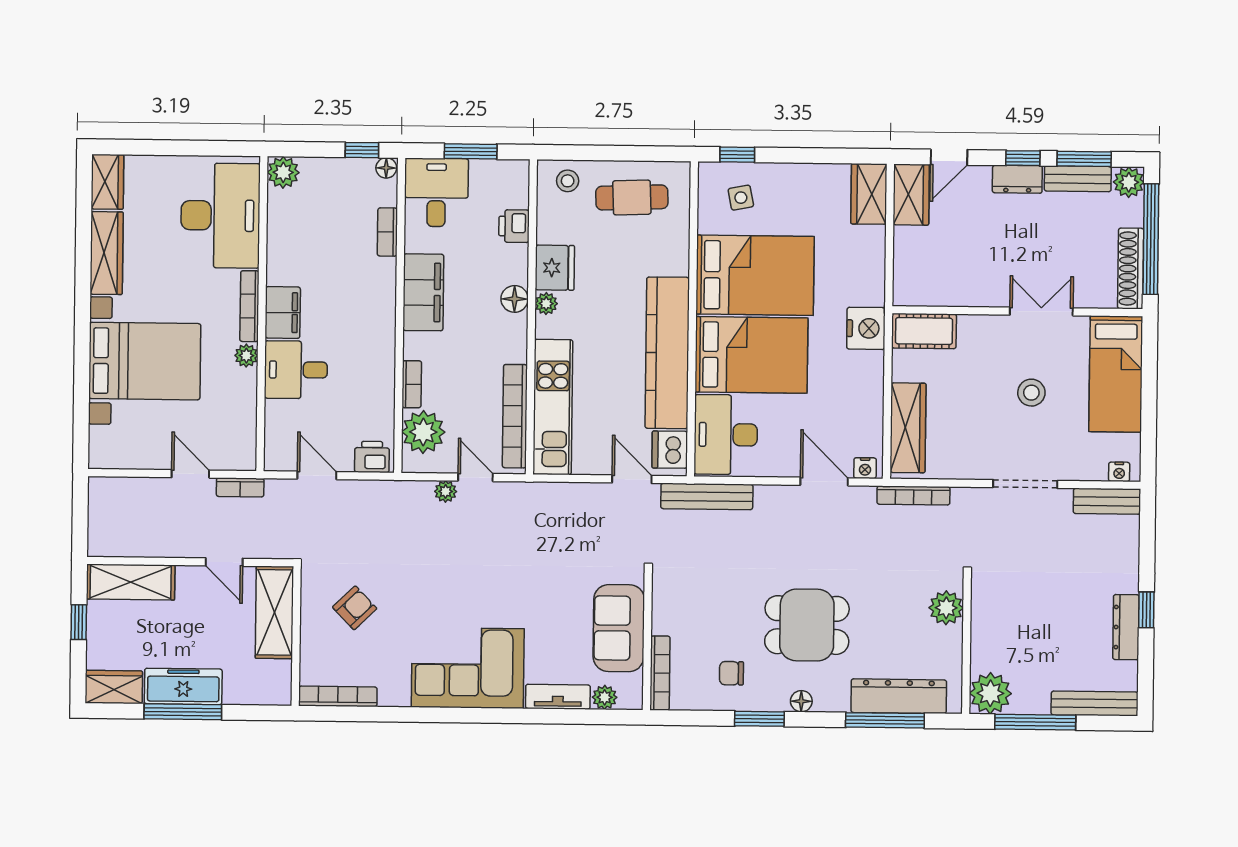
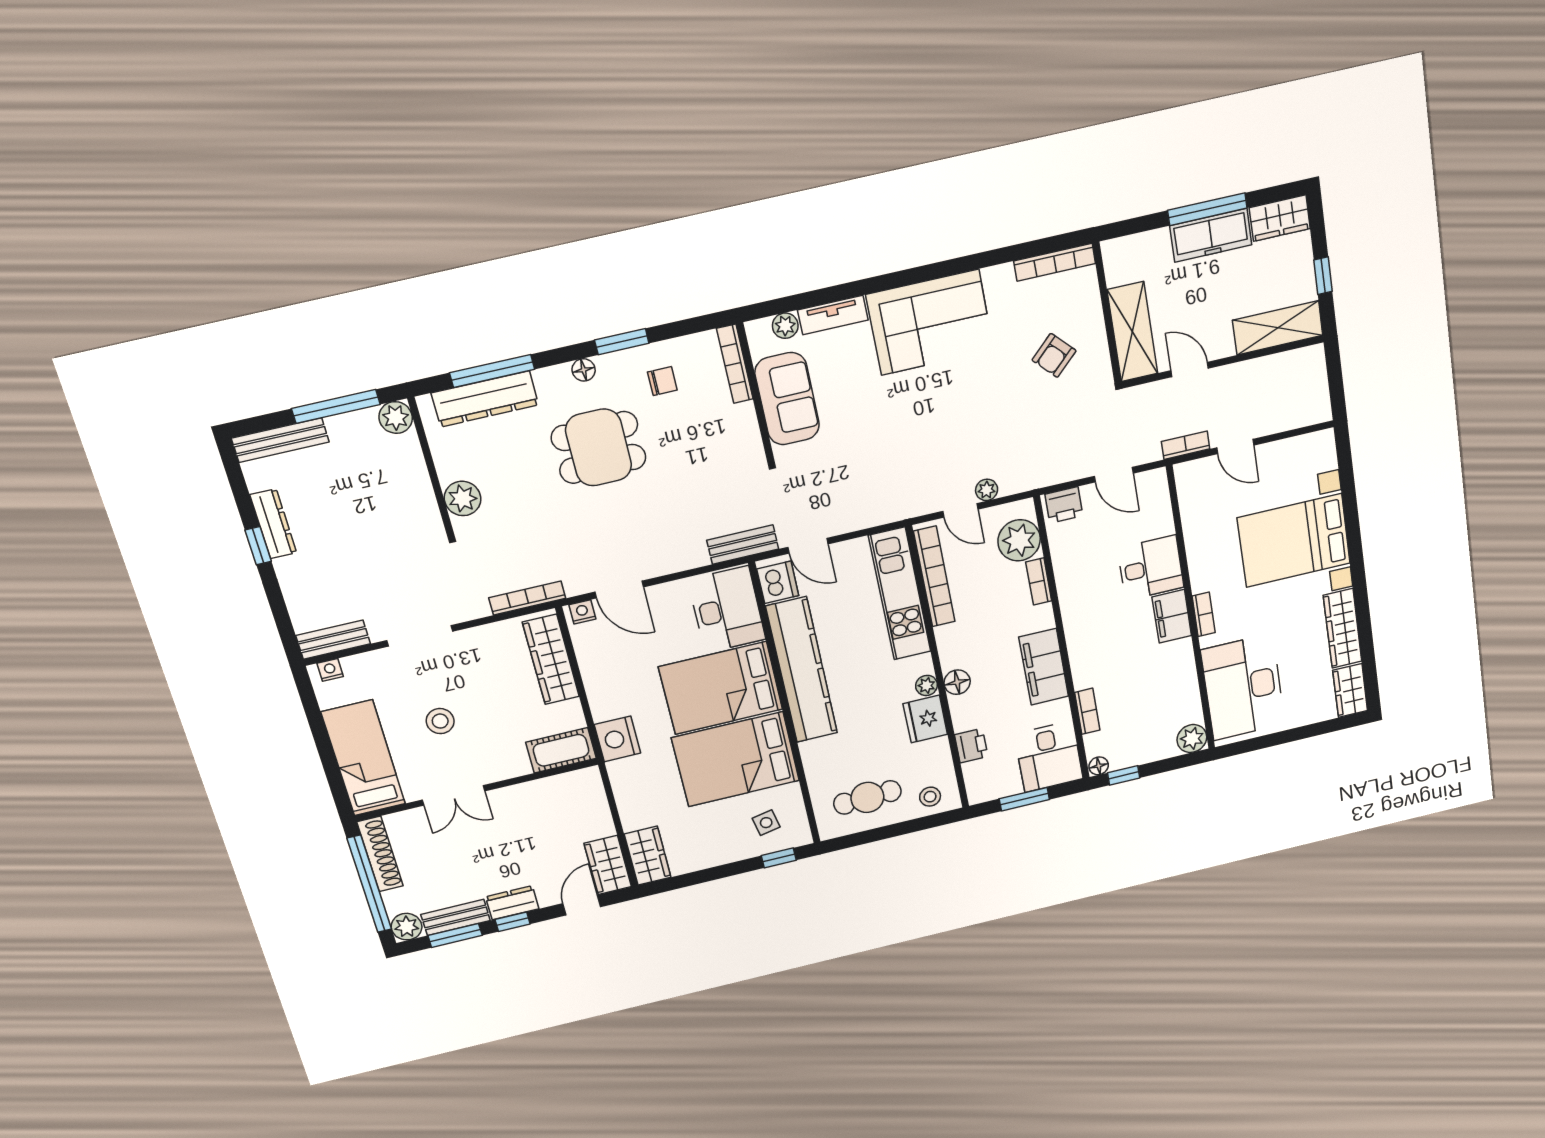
bookcase: (249, 306) -> (1204, 614), width x0.64
plant: (246, 356) -> (1199, 569), removed
bench: (707, 496) -> (743, 545), width x0.73
plant: (990, 693) -> (396, 418), width x0.73, depth x0.73

